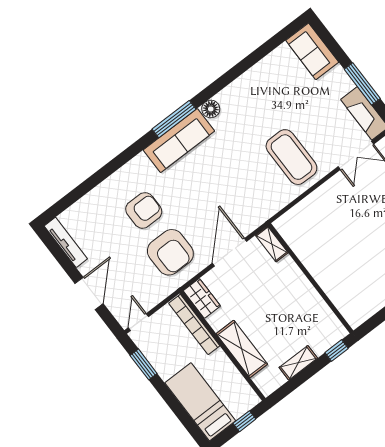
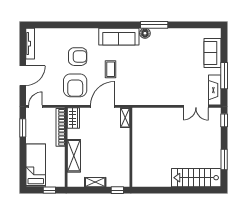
sofa: (312, 51) -> (213, 53), moved
window: (174, 119) -> (154, 25), moved
coffee table: (291, 157) -> (111, 69), moved, width x0.54, depth x0.58

